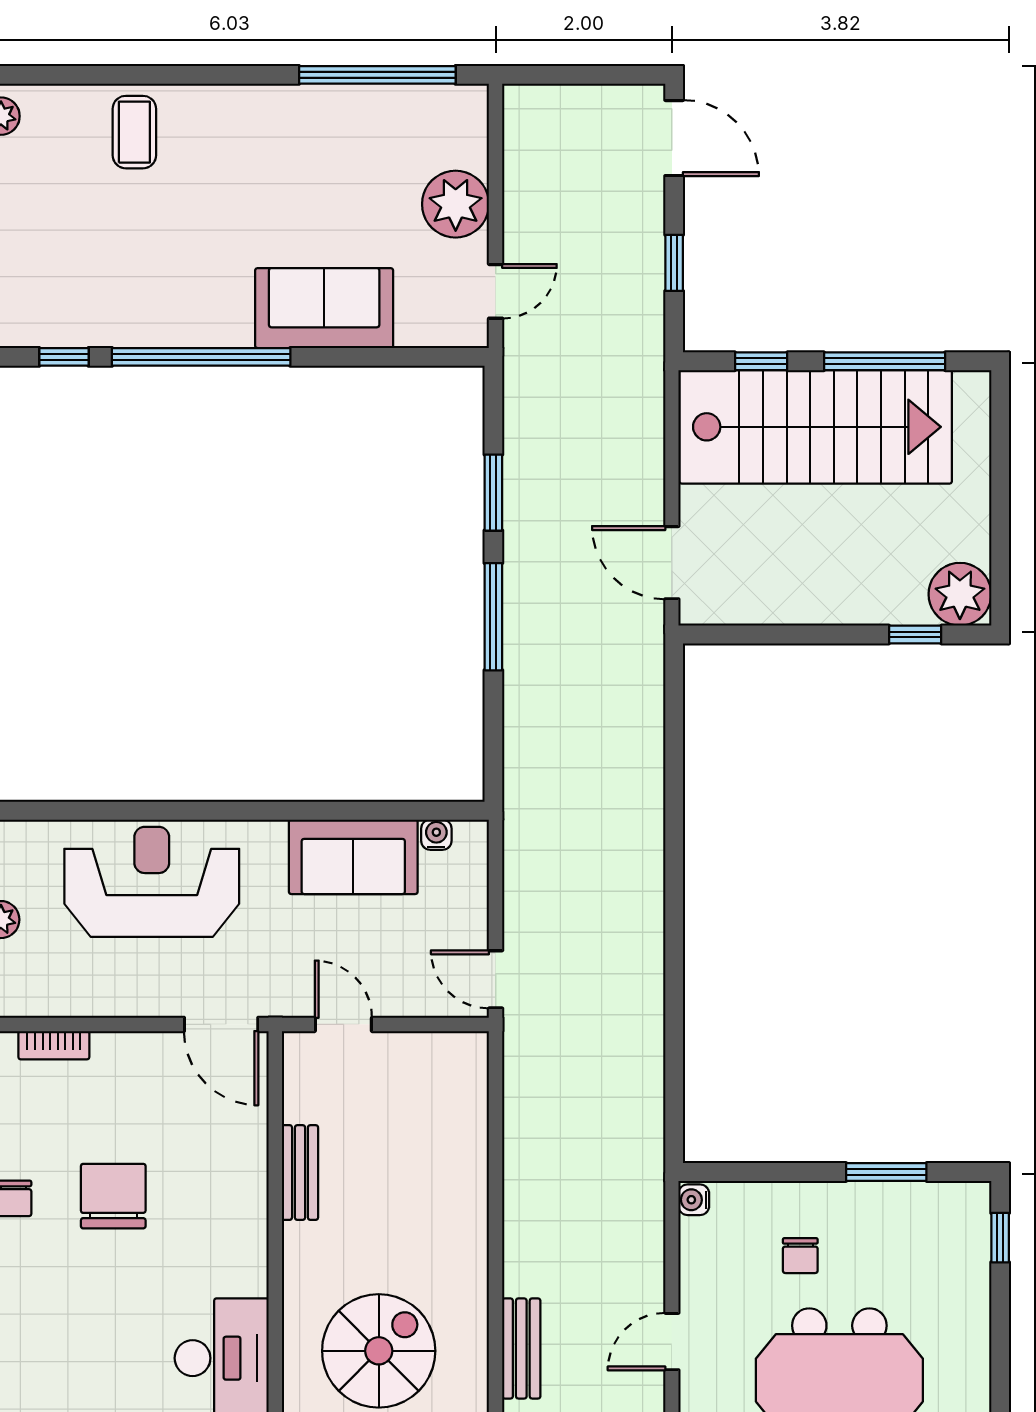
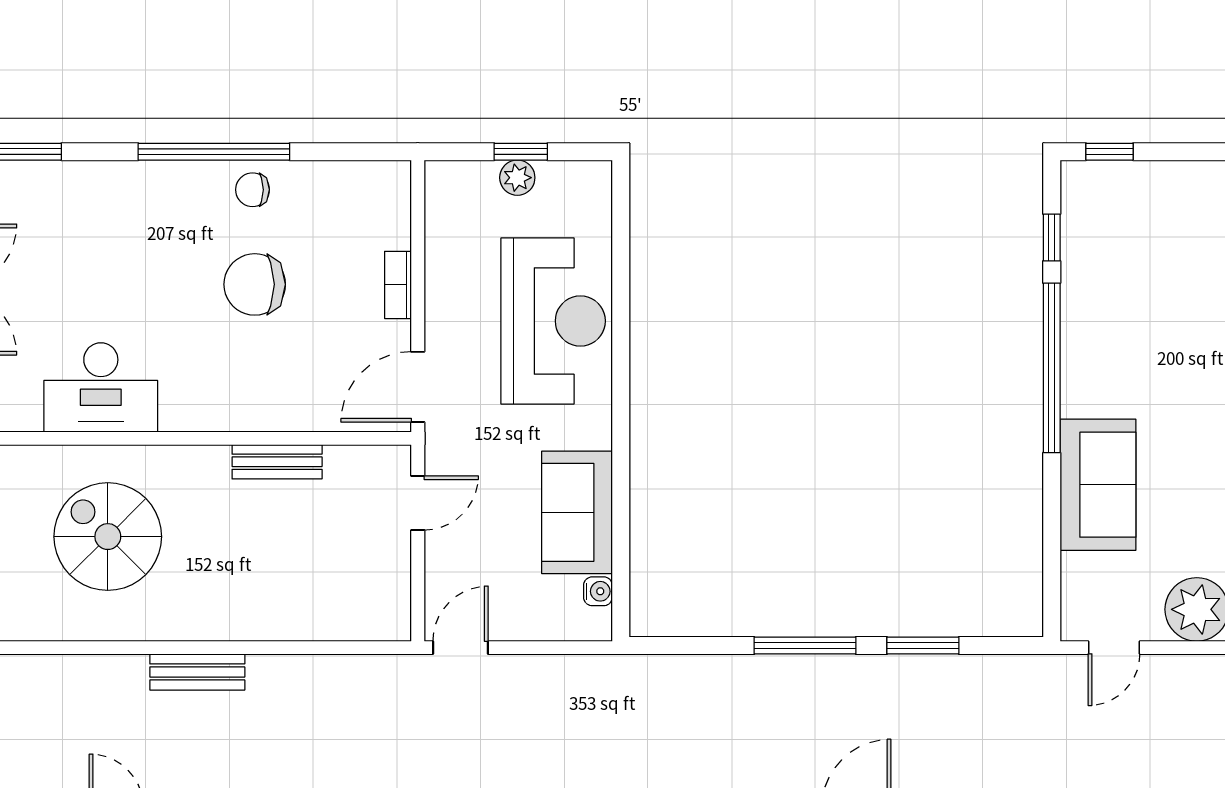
door: (496, 291) -> (1114, 648), hinge flipped
bookcase: (54, 1045) -> (398, 285), moved
chair: (113, 1196) -> (255, 284), turned 180
bench: (521, 1348) -> (197, 672), moved
spiral stairs: (379, 1351) -> (108, 537), turned 180

